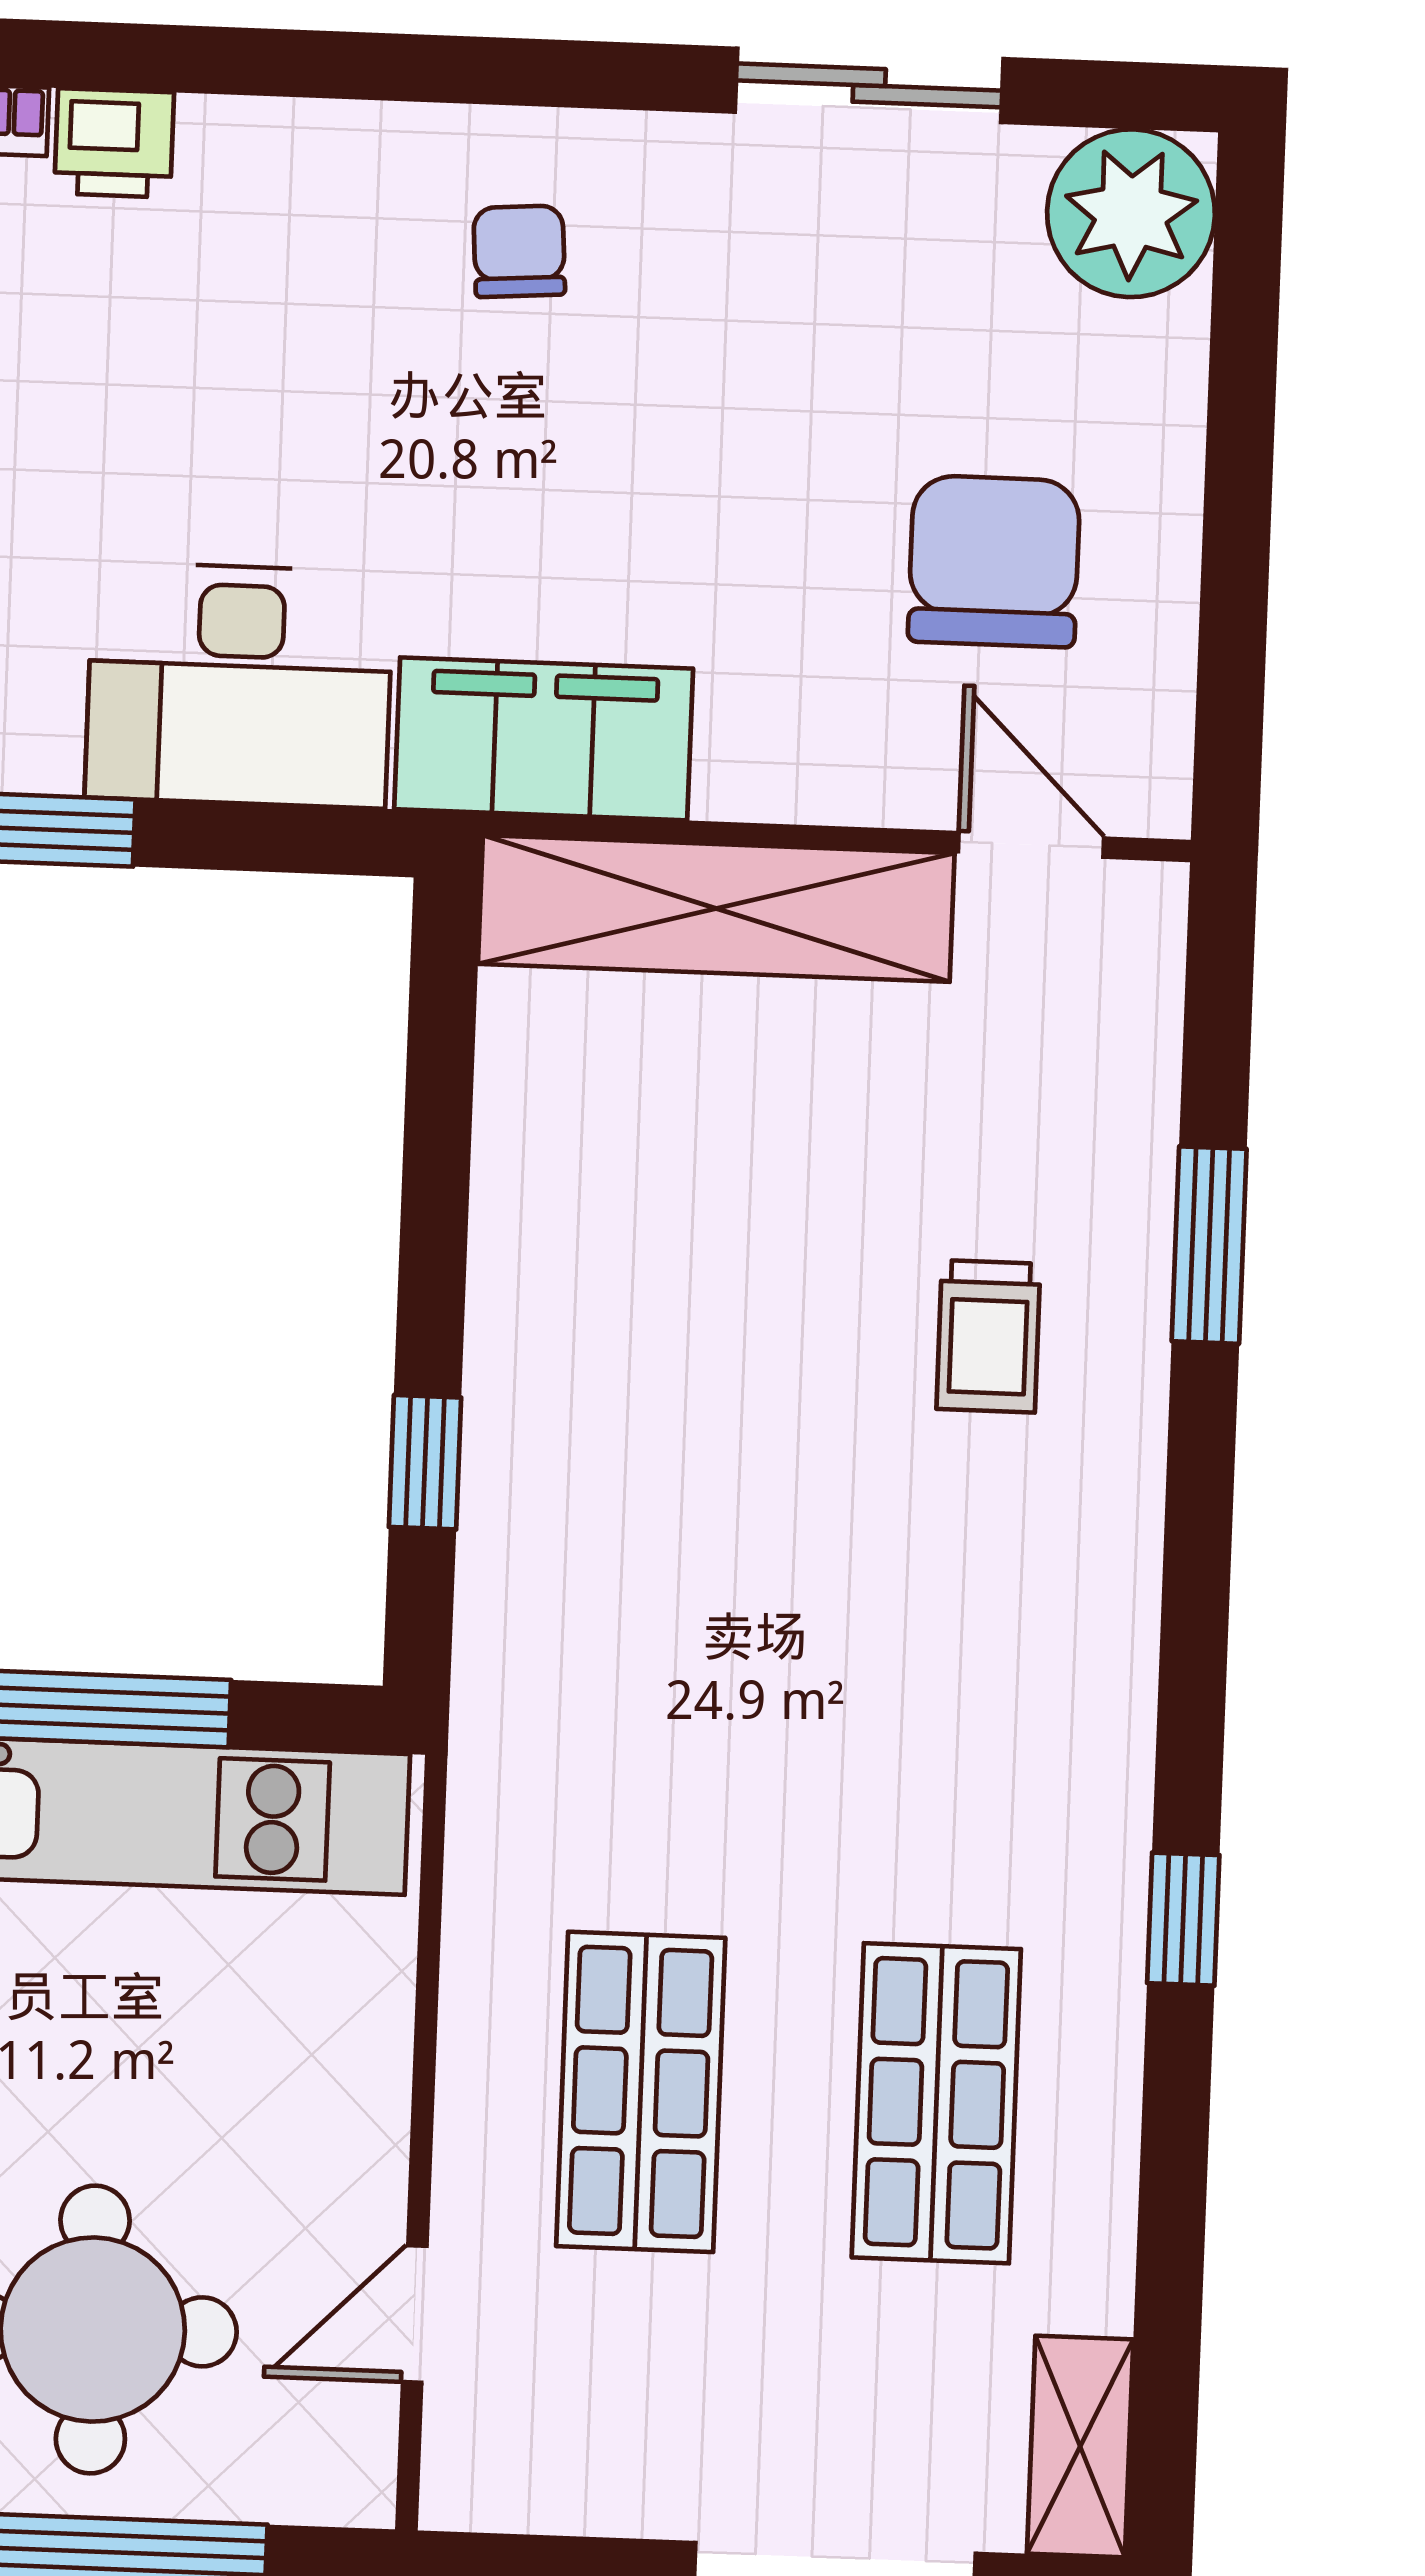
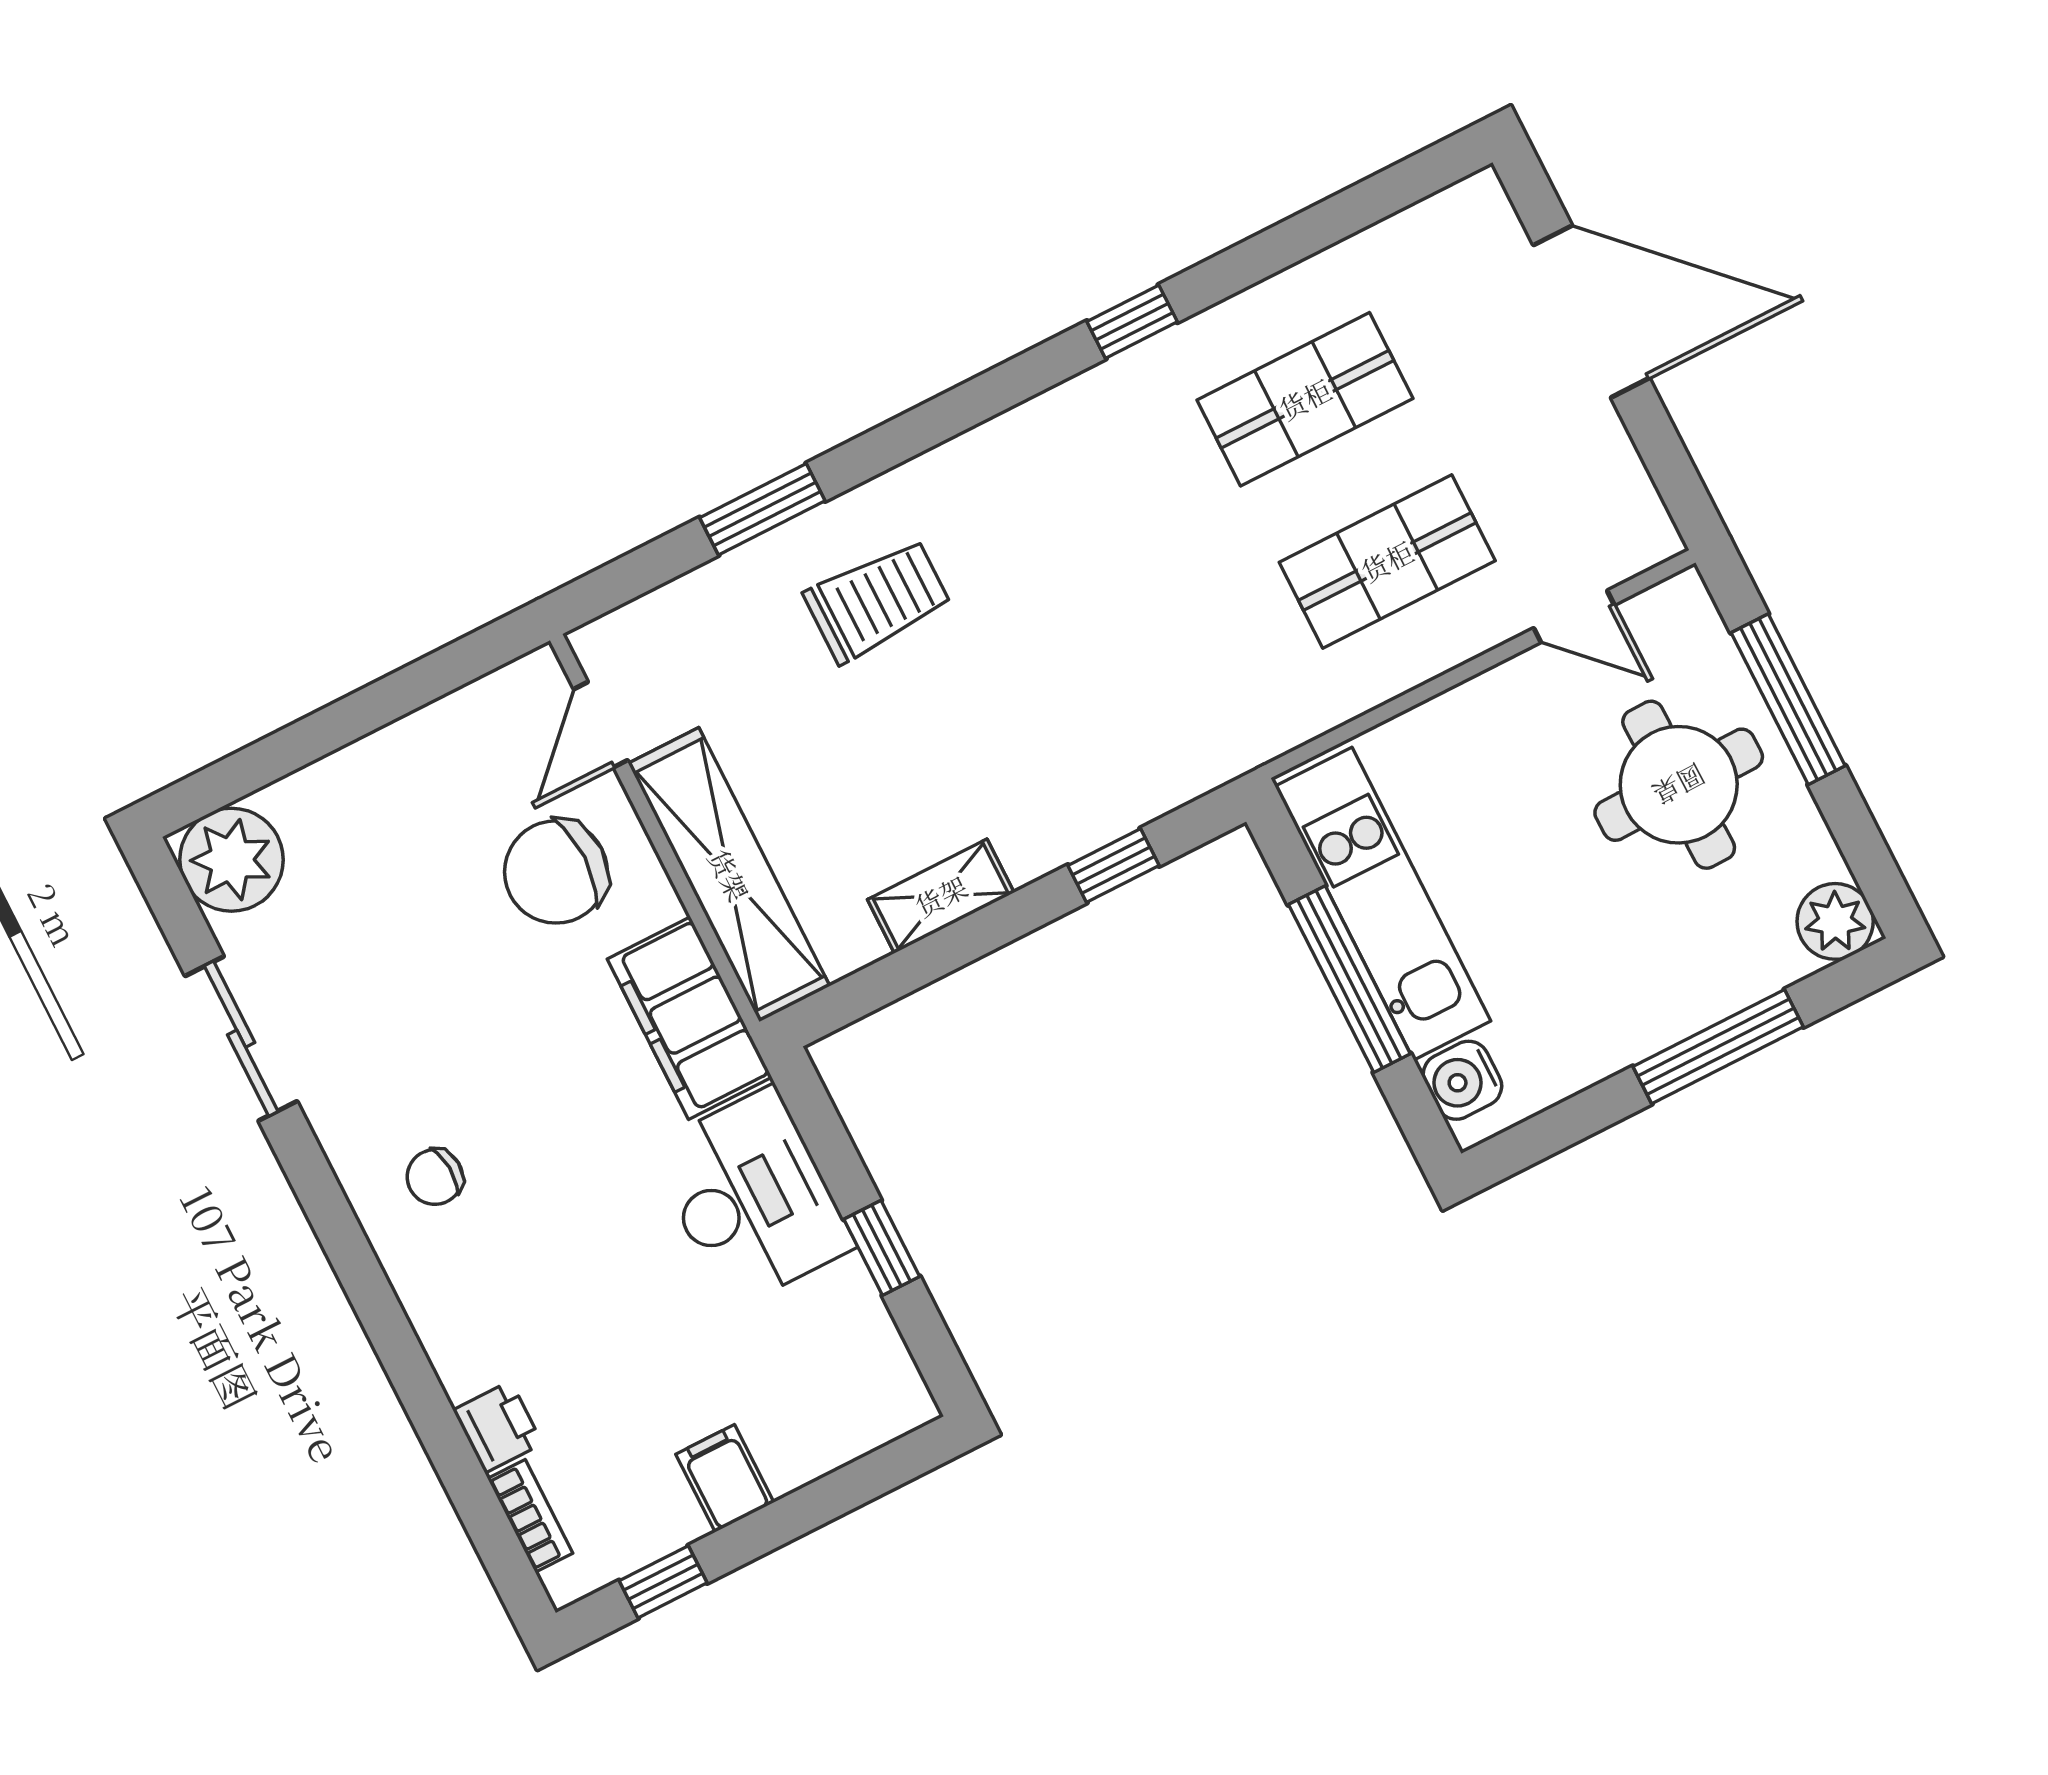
chair: (994, 561) -> (556, 872), moved
trolley: (988, 1336) -> (877, 601), width x1.36, depth x1.39
shelving: (1080, 2447) -> (941, 896), moved

